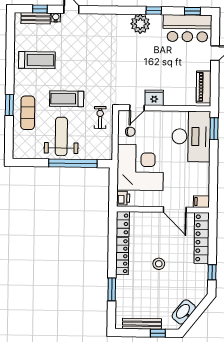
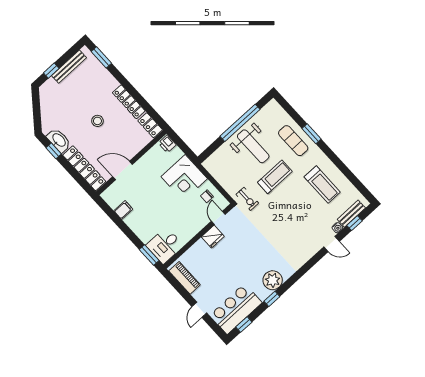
treadmill: (37, 60) -> (322, 185), turned -90
exercise bike: (100, 117) -> (247, 199), moved
desk: (191, 136) -> (165, 245), width x0.53, depth x0.77
window: (73, 163) -> (240, 123), moved
corner desk: (140, 167) -> (184, 178), width x0.74, depth x0.74
filing cabinet: (201, 202) -> (123, 210), moved
window: (112, 289) -> (101, 57), moved
washbasin: (184, 312) -> (59, 140), moved, turned -38

